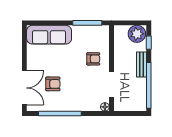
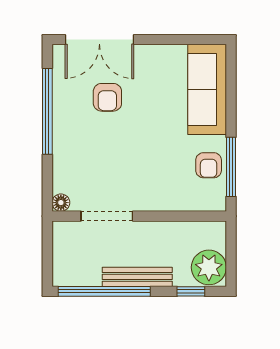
armchair: (93, 59) -> (209, 165), moved
bench: (142, 65) -> (137, 277), width x1.36

